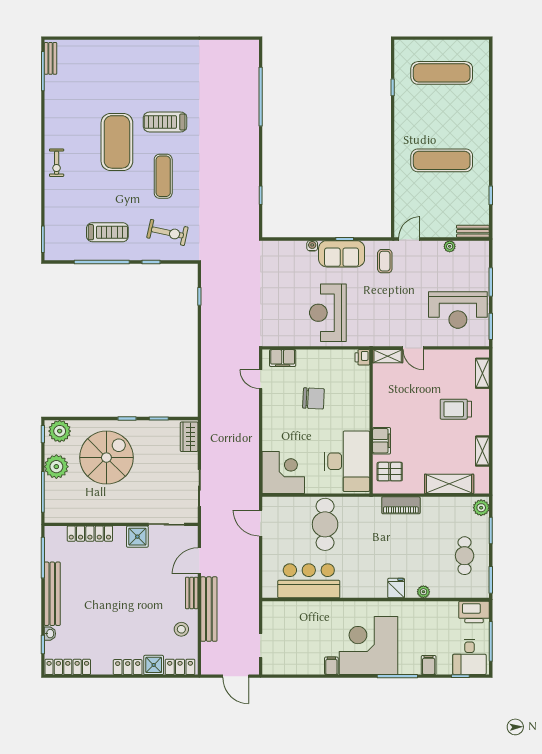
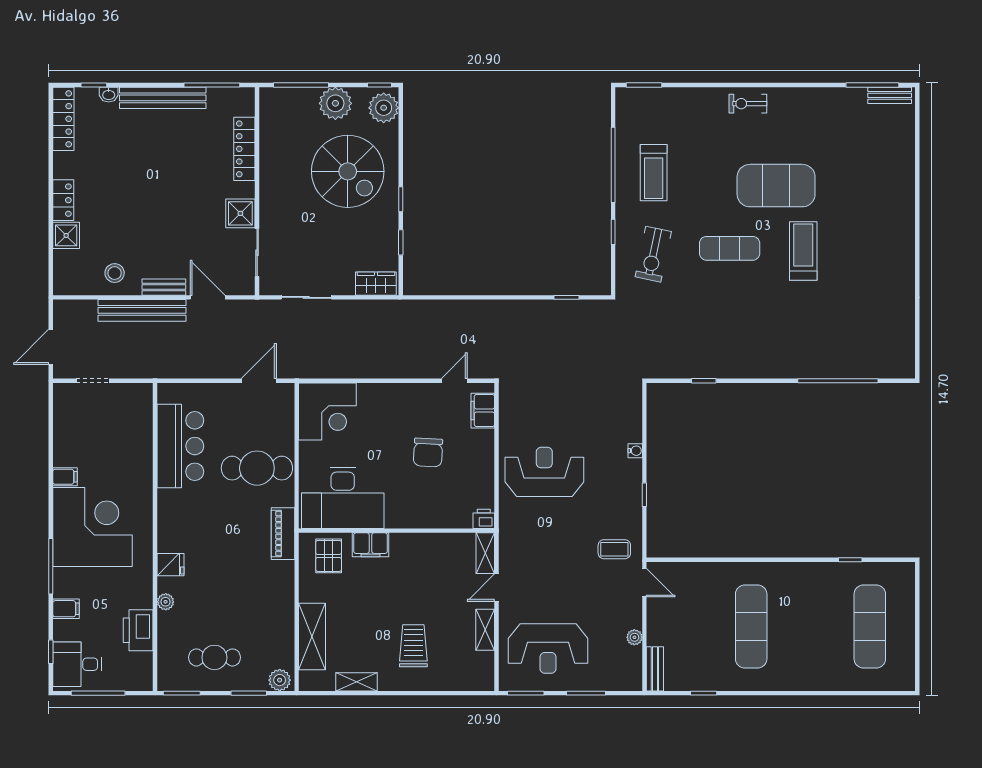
sofa: (342, 254) -> (624, 491), removed
reception desk: (458, 310) -> (548, 648), turned -90
shelving: (482, 373) -> (485, 630), moved, turned 90
piano: (401, 505) -> (283, 534), moved
printer: (474, 612) -> (138, 630), moved
locker: (180, 667) -> (64, 271), removed

